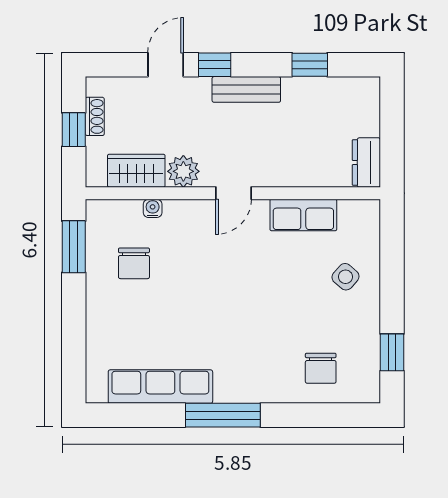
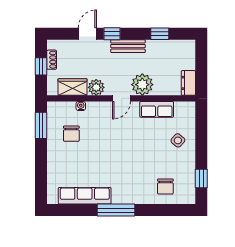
plant: (275, 166) -> (142, 85), added

